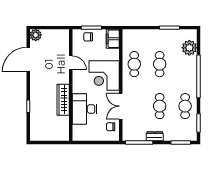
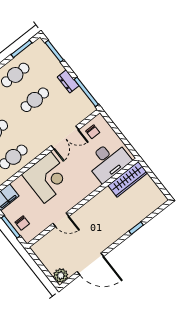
door: (71, 63) -> (61, 220), swing flipped
wardrobe: (63, 100) -> (128, 179), moved
desk: (85, 109) -> (108, 161), moved

